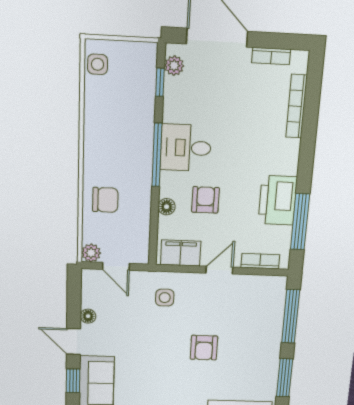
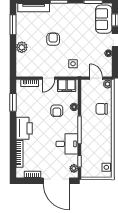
desk: (186, 148) -> (67, 144), moved
printer: (278, 200) -> (24, 128), moved
window: (300, 222) -> (13, 102), width x0.69
window: (291, 316) -> (13, 56), removed
plant: (271, 334) -> (22, 47), added

